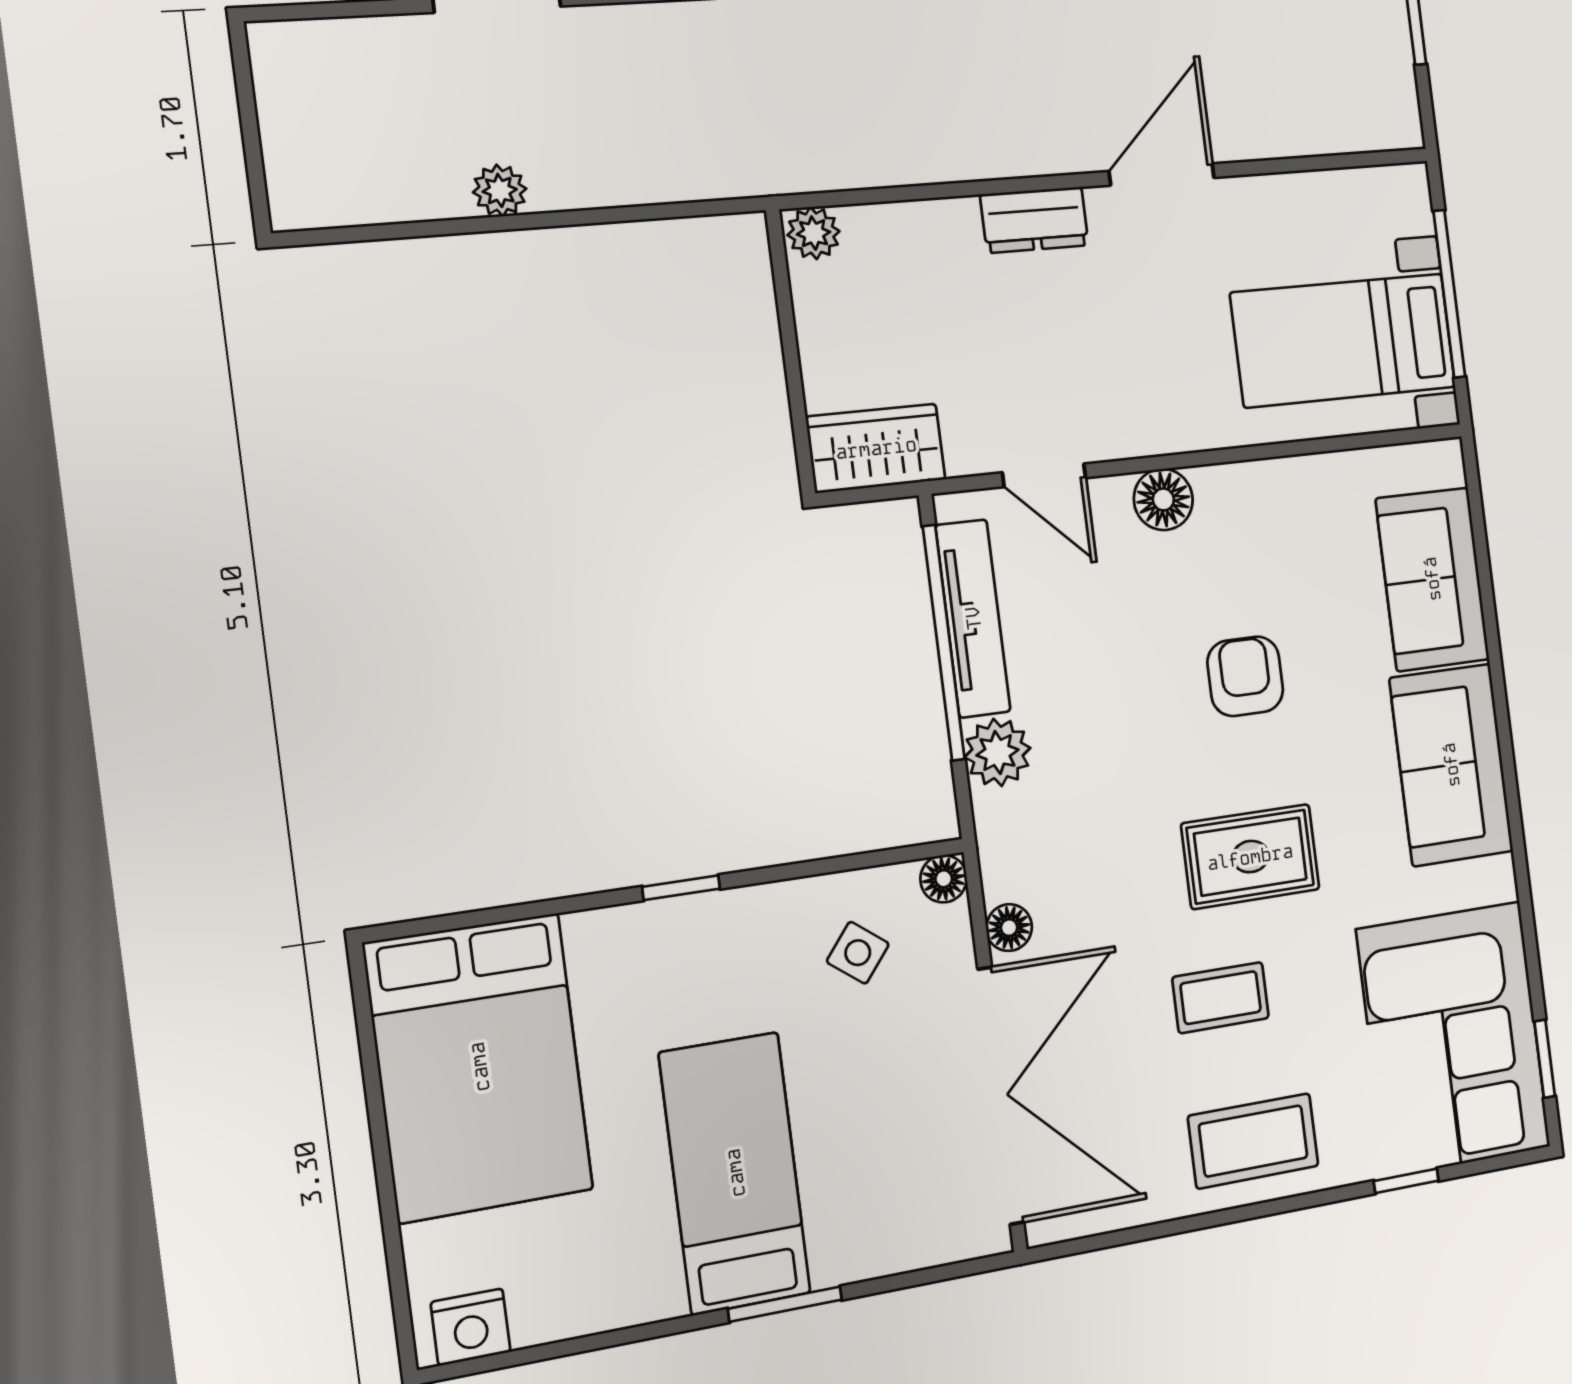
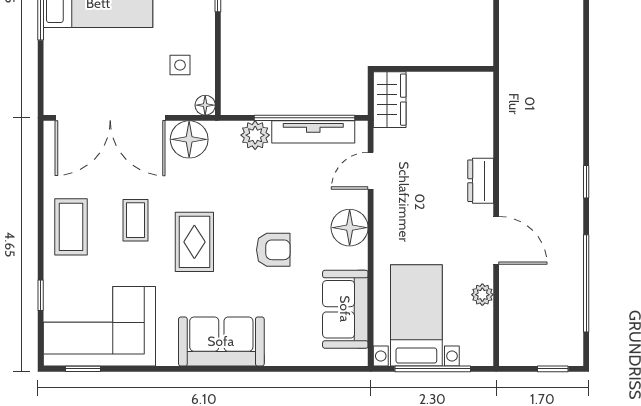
plant: (814, 233) -> (482, 295), moved
floor lamp: (1163, 499) -> (350, 228), width x1.38, depth x1.38
sofa: (1432, 579) -> (345, 309), moved, turned -90
floor lamp: (1009, 928) -> (189, 139), width x1.89, depth x1.89
side table: (858, 953) -> (180, 65), turned -38

